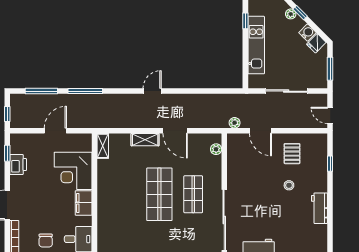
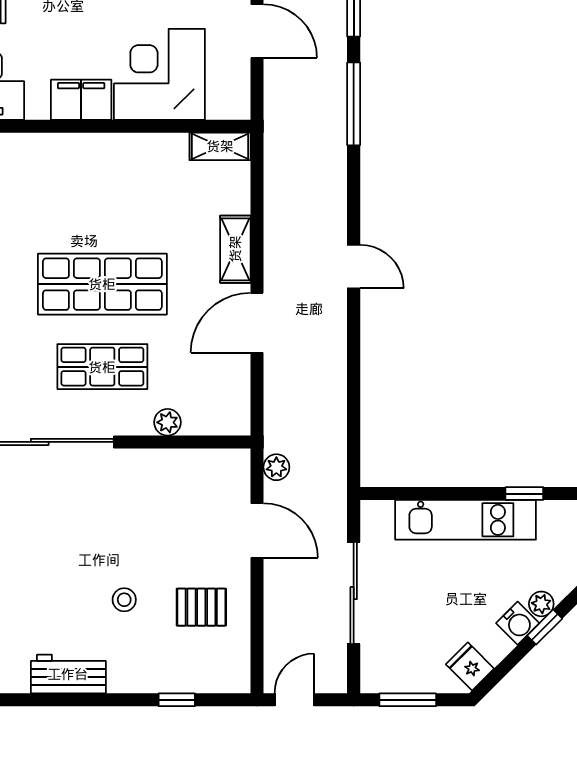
water cooler: (308, 33) -> (518, 623), moved
door: (261, 131) -> (257, 530), swing flipped
plant: (216, 149) -> (167, 422), moved

